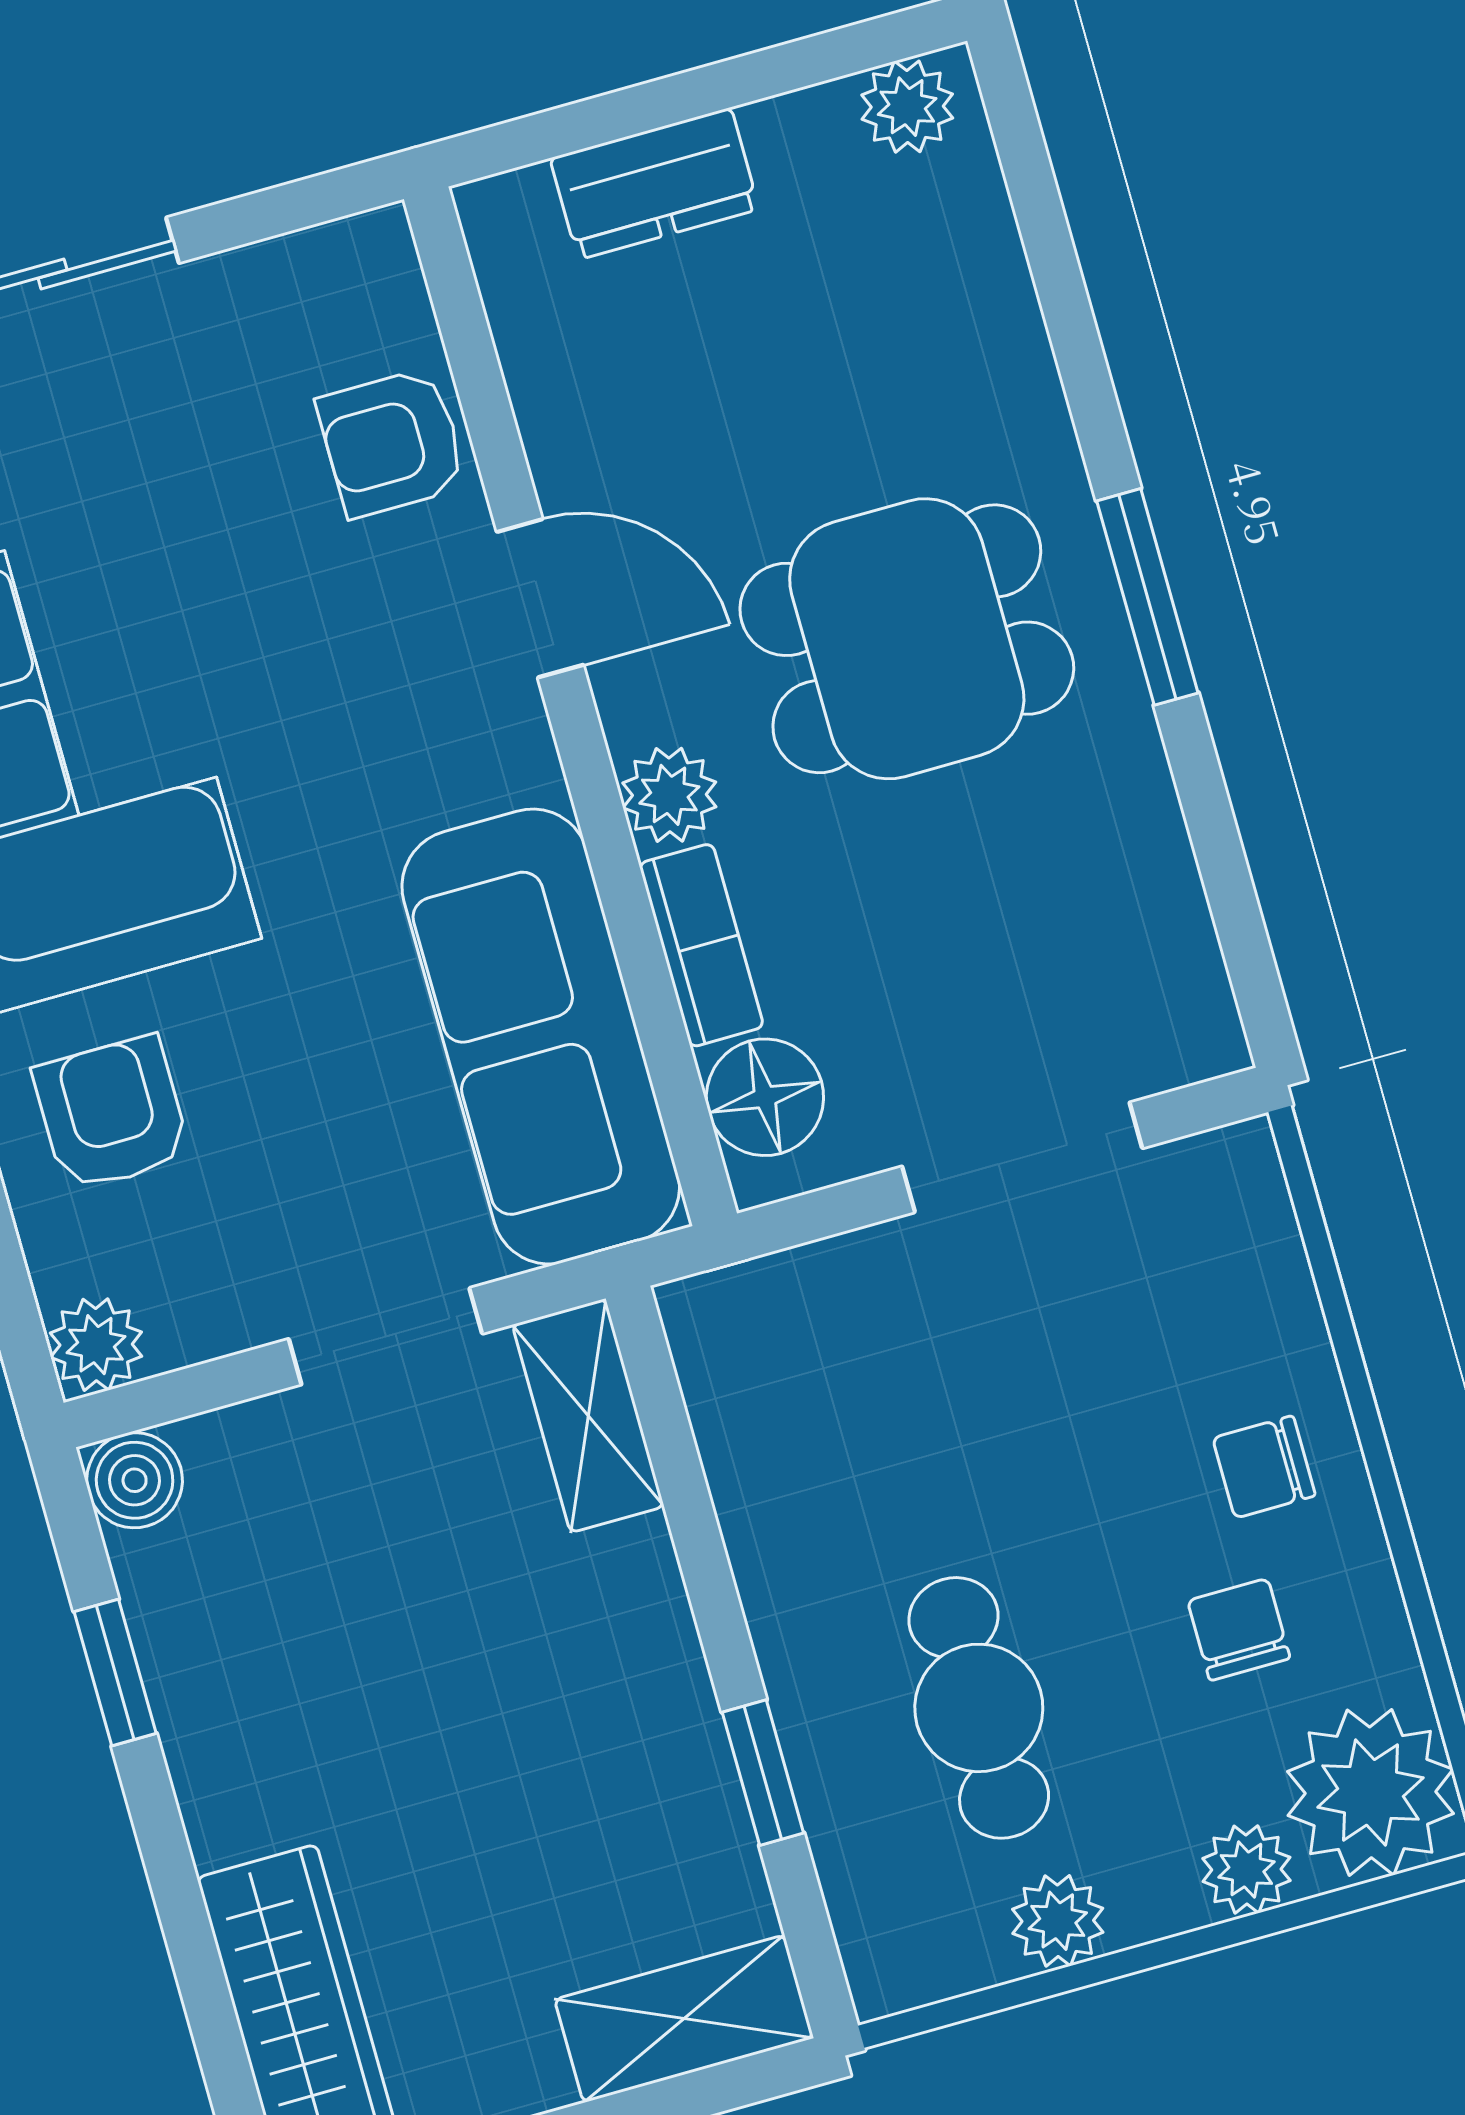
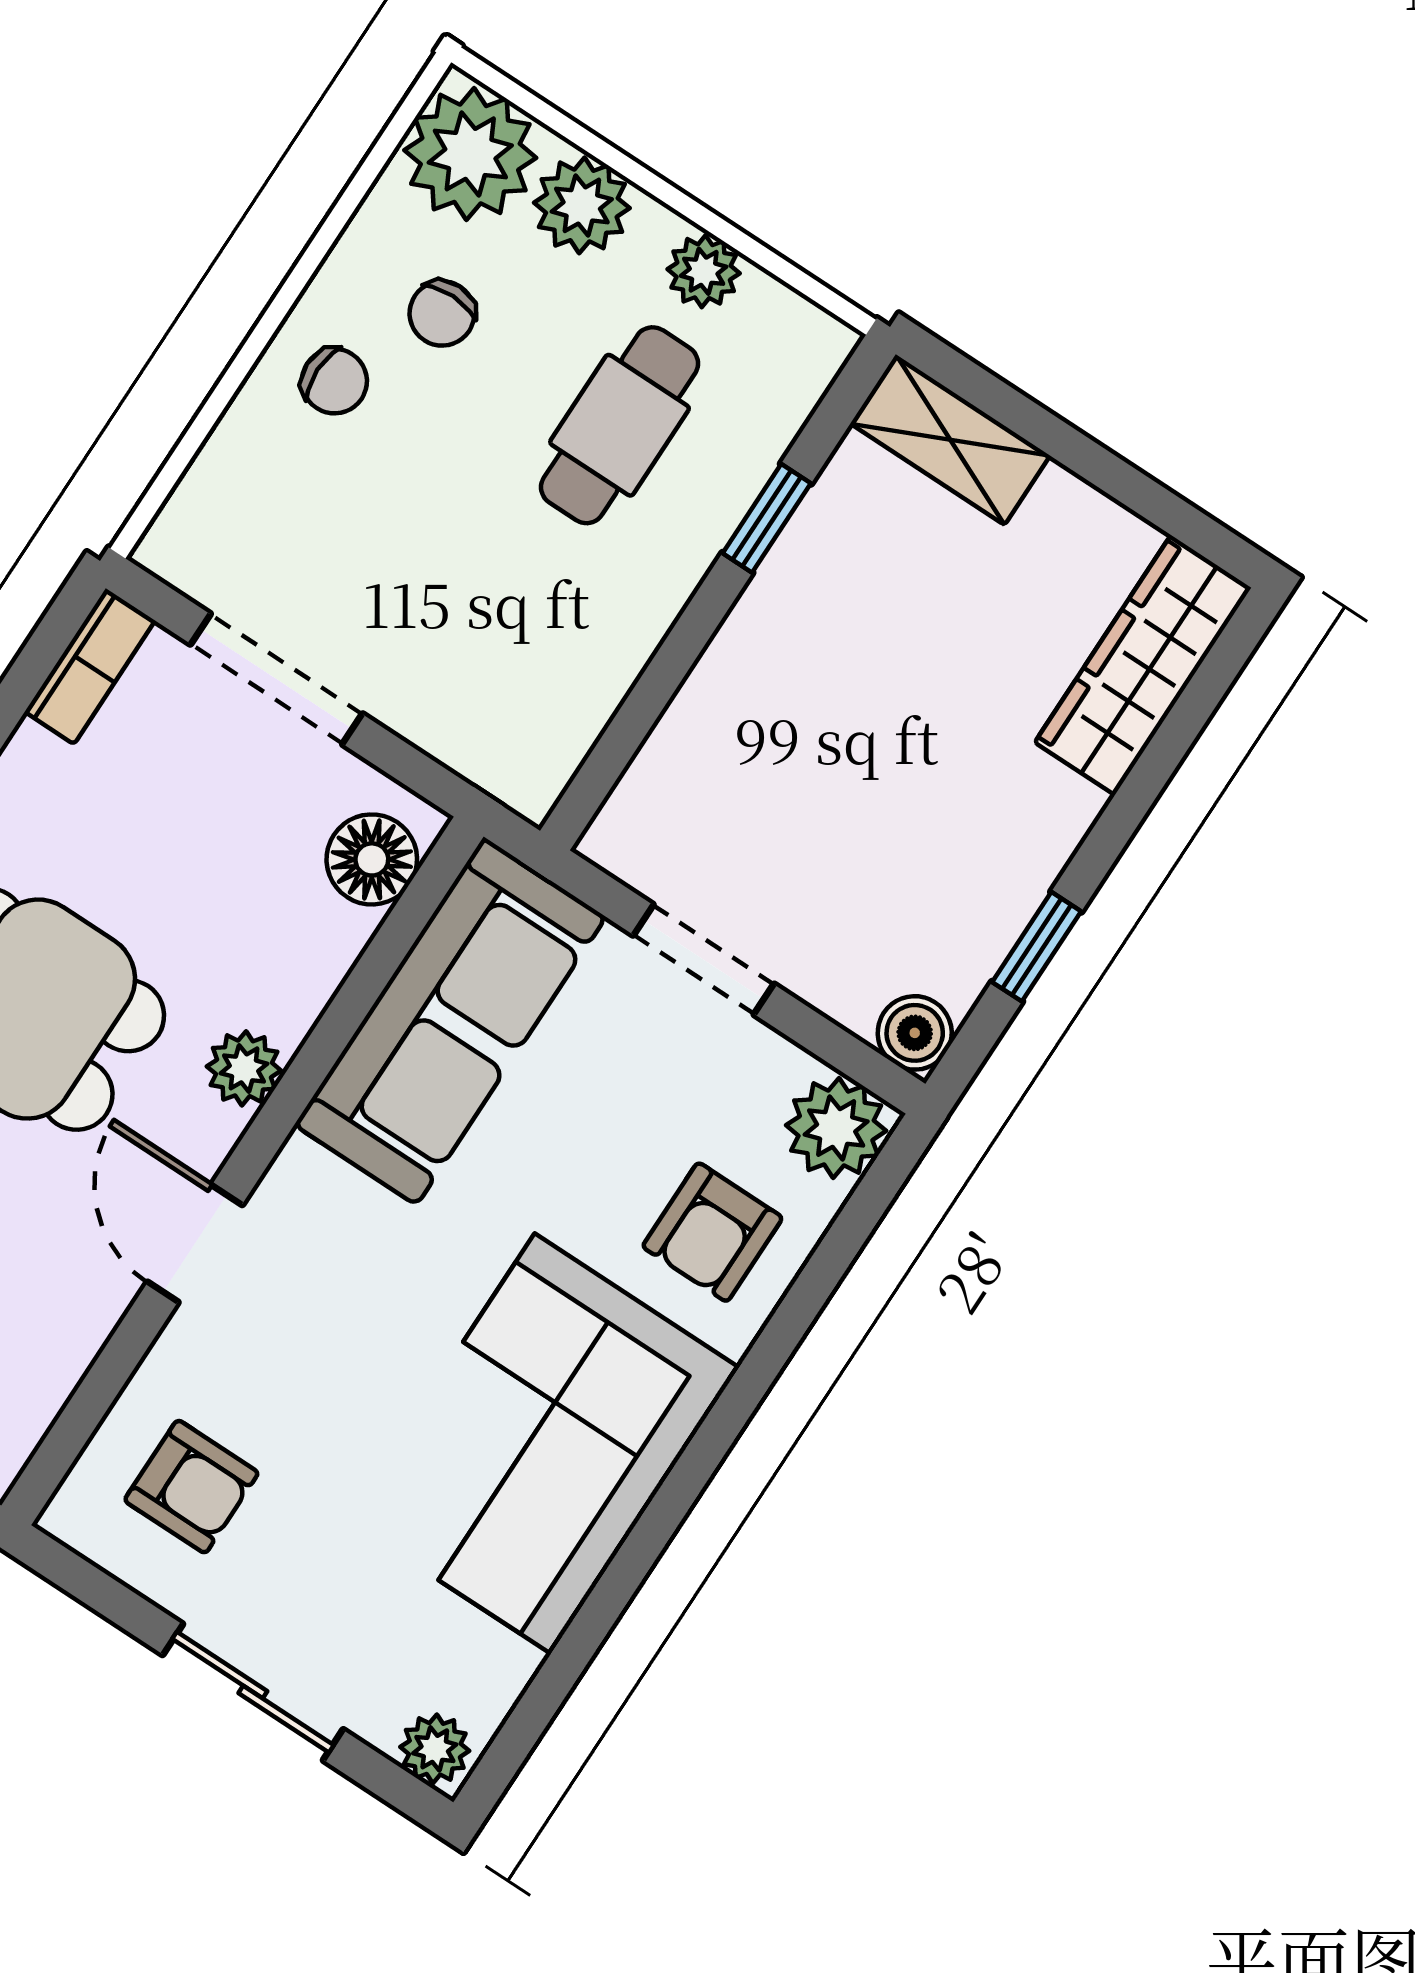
armchair: (392, 443) -> (191, 1487), moved
bookcase: (701, 945) -> (90, 666), moved, turned 180
plant: (96, 1345) -> (836, 1128), width x1.38, depth x1.38
shelving: (588, 1416) -> (647, 801), removed
plant: (1246, 1869) -> (582, 205), width x1.38, depth x1.38

